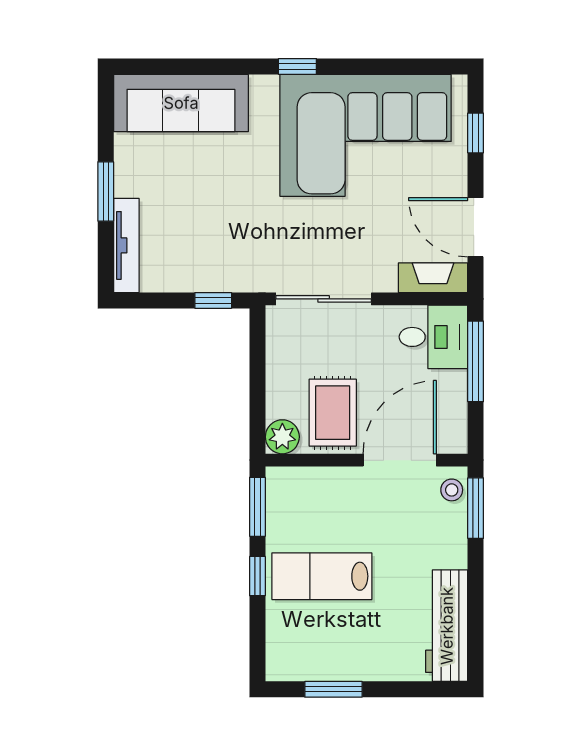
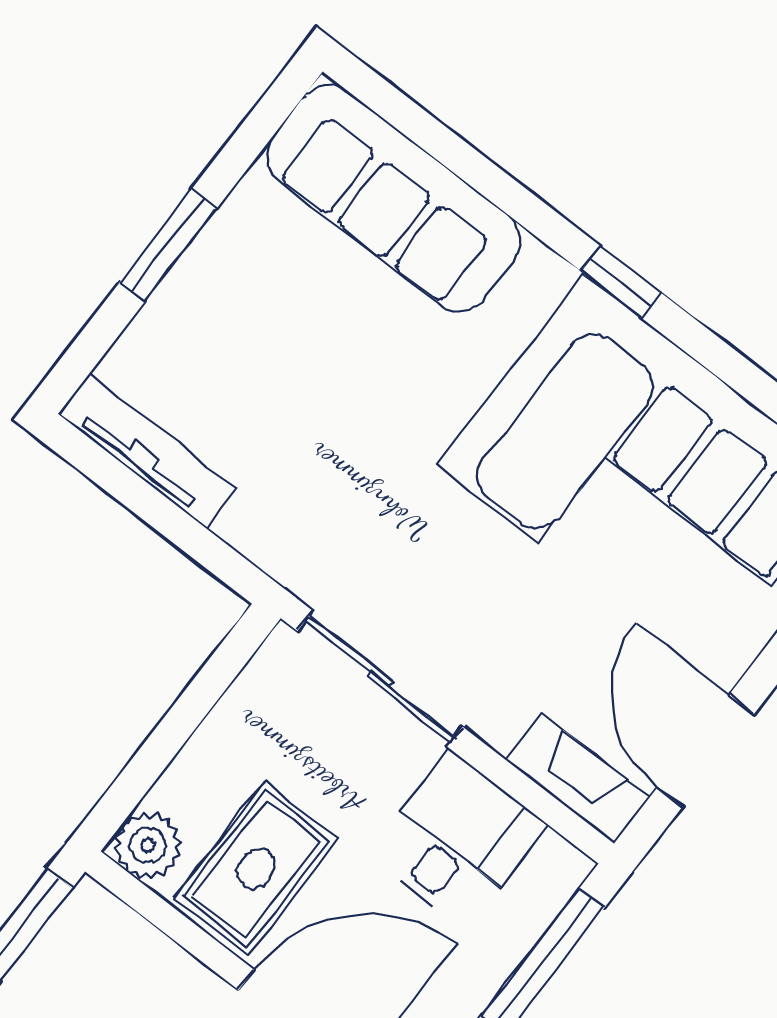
tv unit: (126, 245) -> (147, 451), moved, turned -90
window: (213, 300) -> (205, 547), removed
desk: (433, 337) -> (457, 840), moved, turned -90

